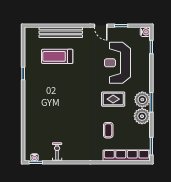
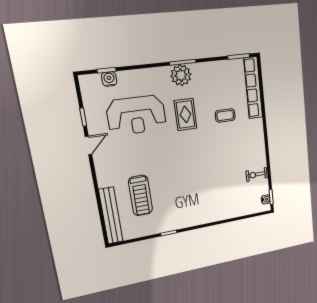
bench: (61, 32) -> (111, 216), moved
water cooler: (145, 32) -> (109, 79), moved
plant: (142, 116) -> (203, 73), removed

